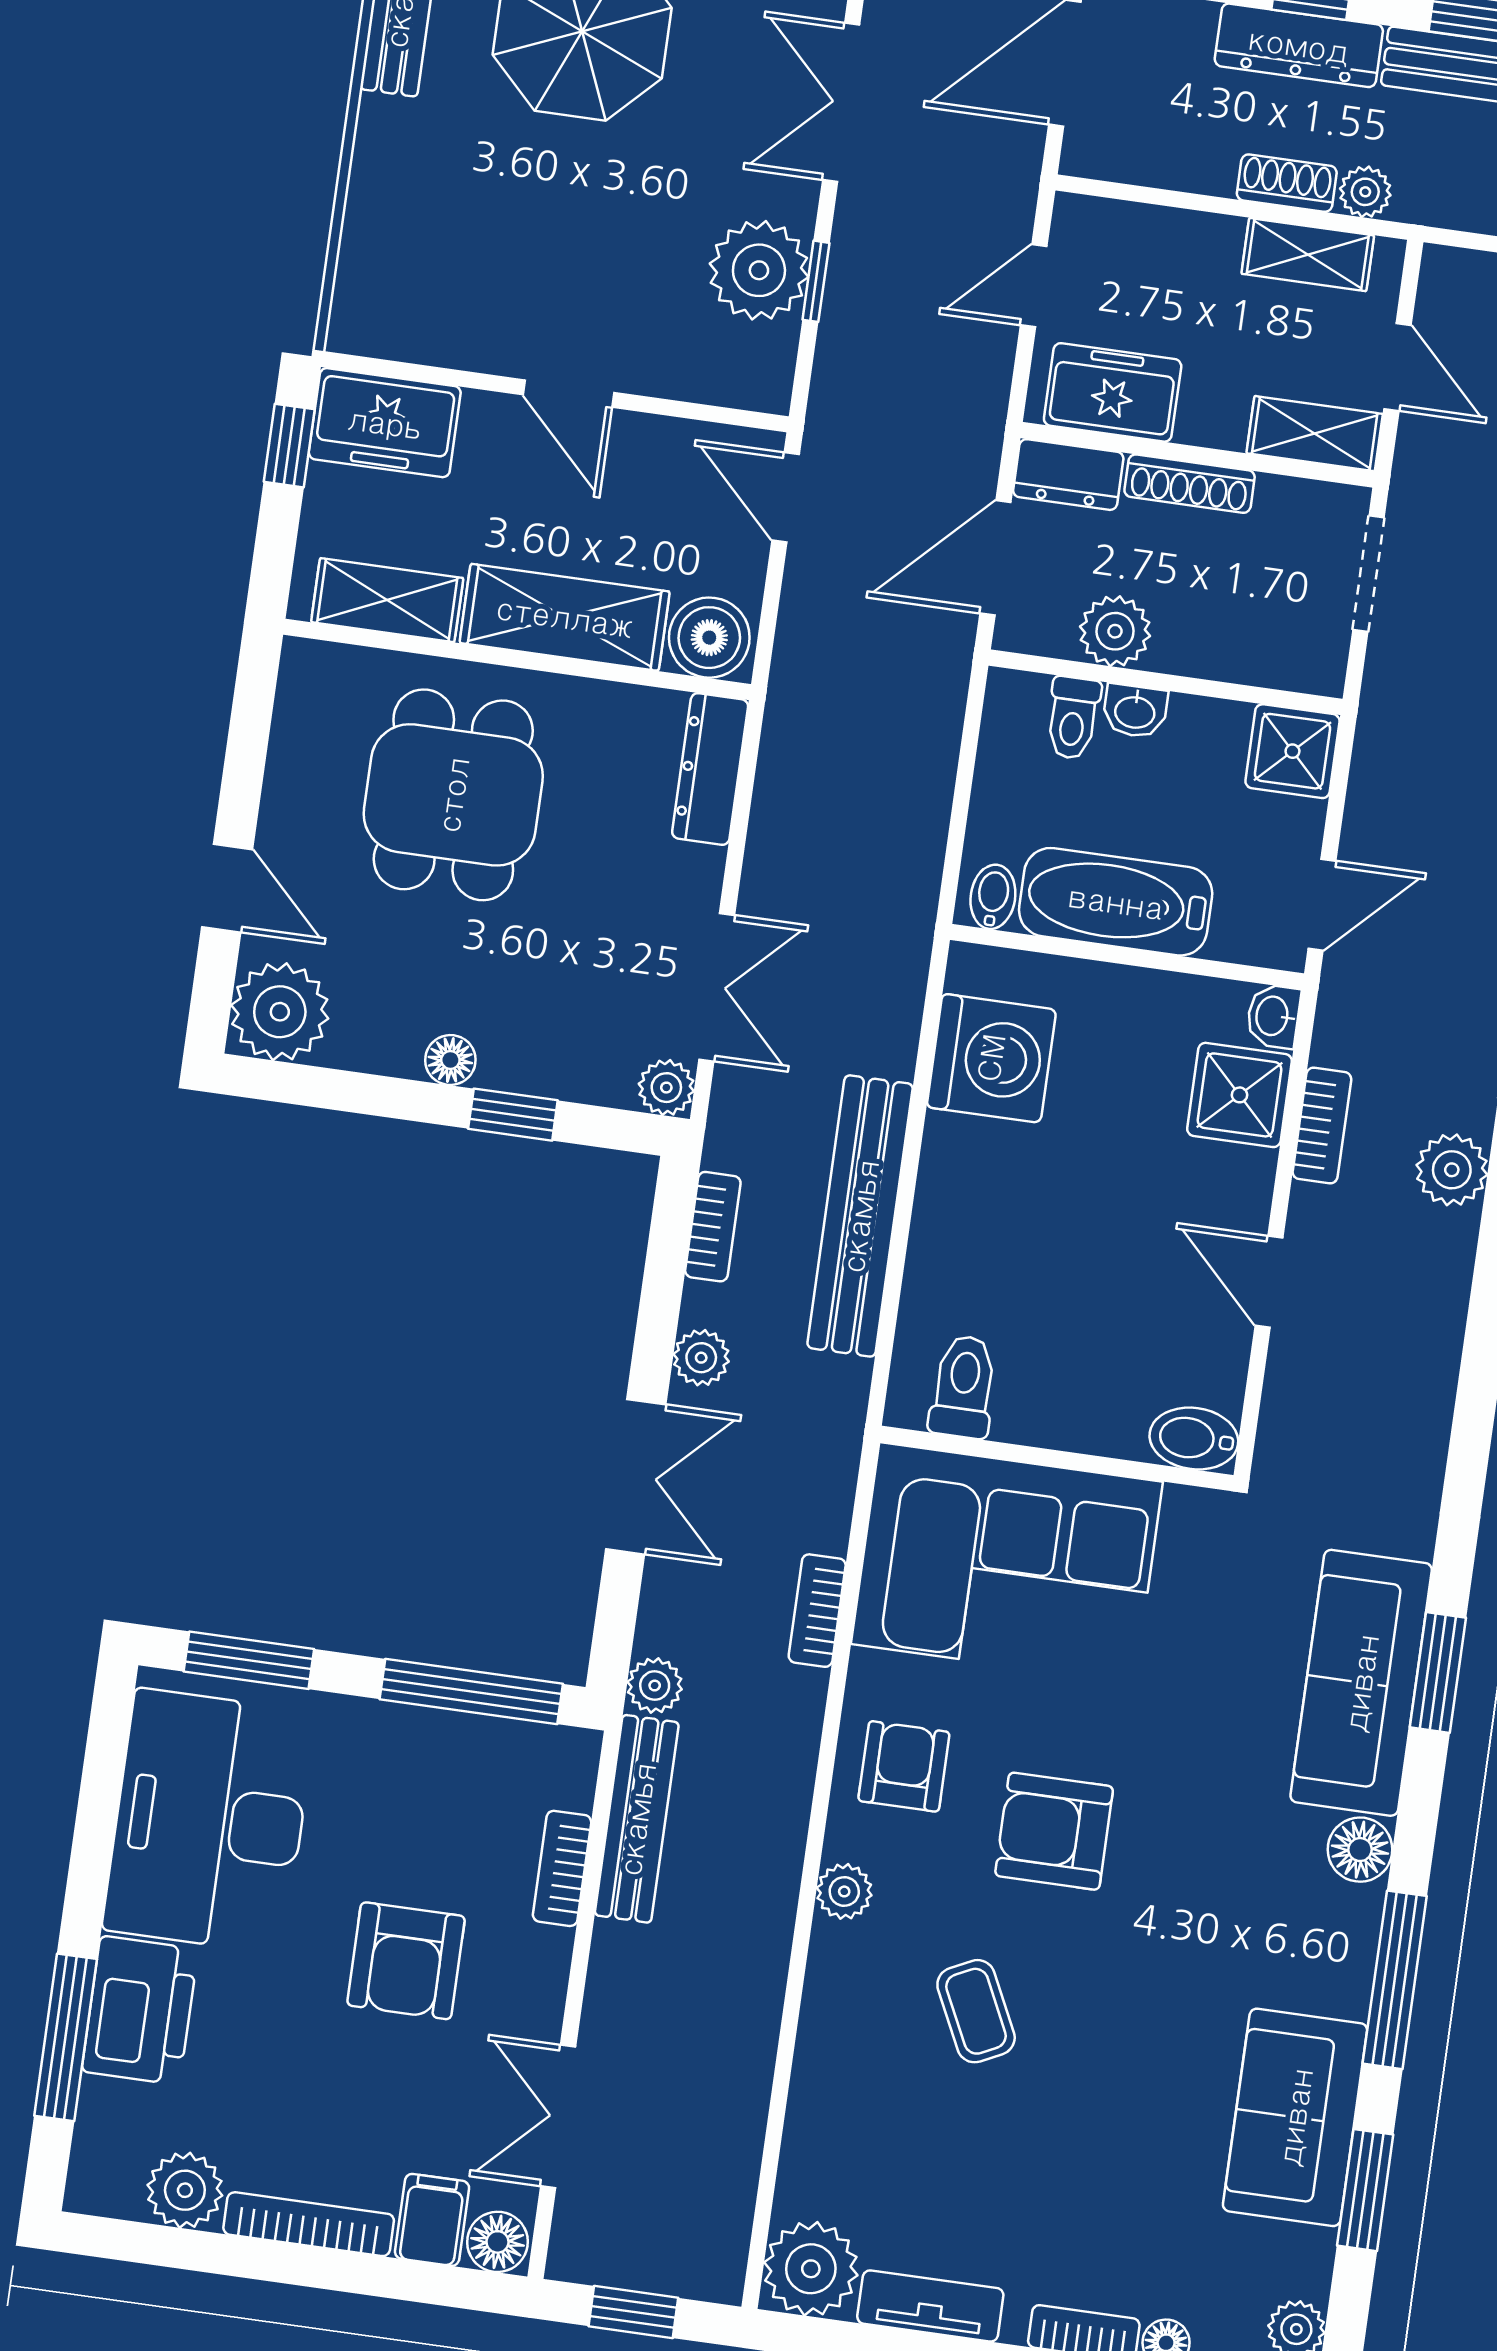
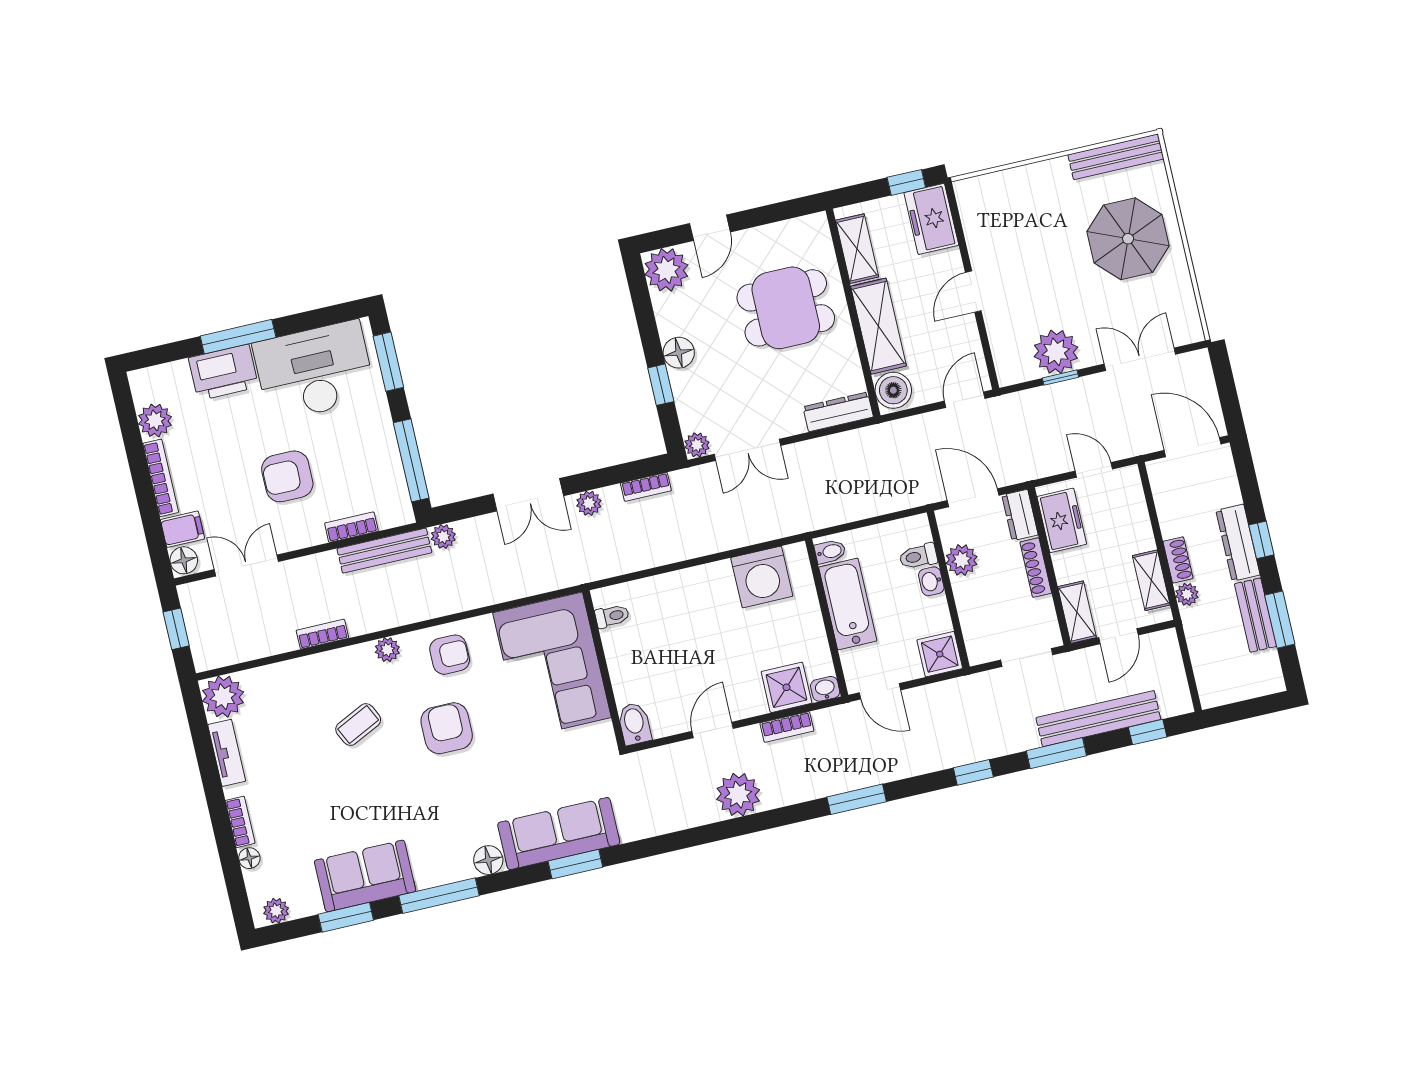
floor lamp: (450, 1060) -> (679, 353), width x1.37, depth x1.37
plant: (1452, 1170) -> (738, 795), moved, width x1.36, depth x1.36
bench: (860, 1216) -> (674, 547), removed
toilet: (963, 1387) -> (612, 616), width x0.73, depth x0.72
bookcase: (817, 1611) -> (322, 634), moved
window: (66, 2037) -> (238, 337), moved

